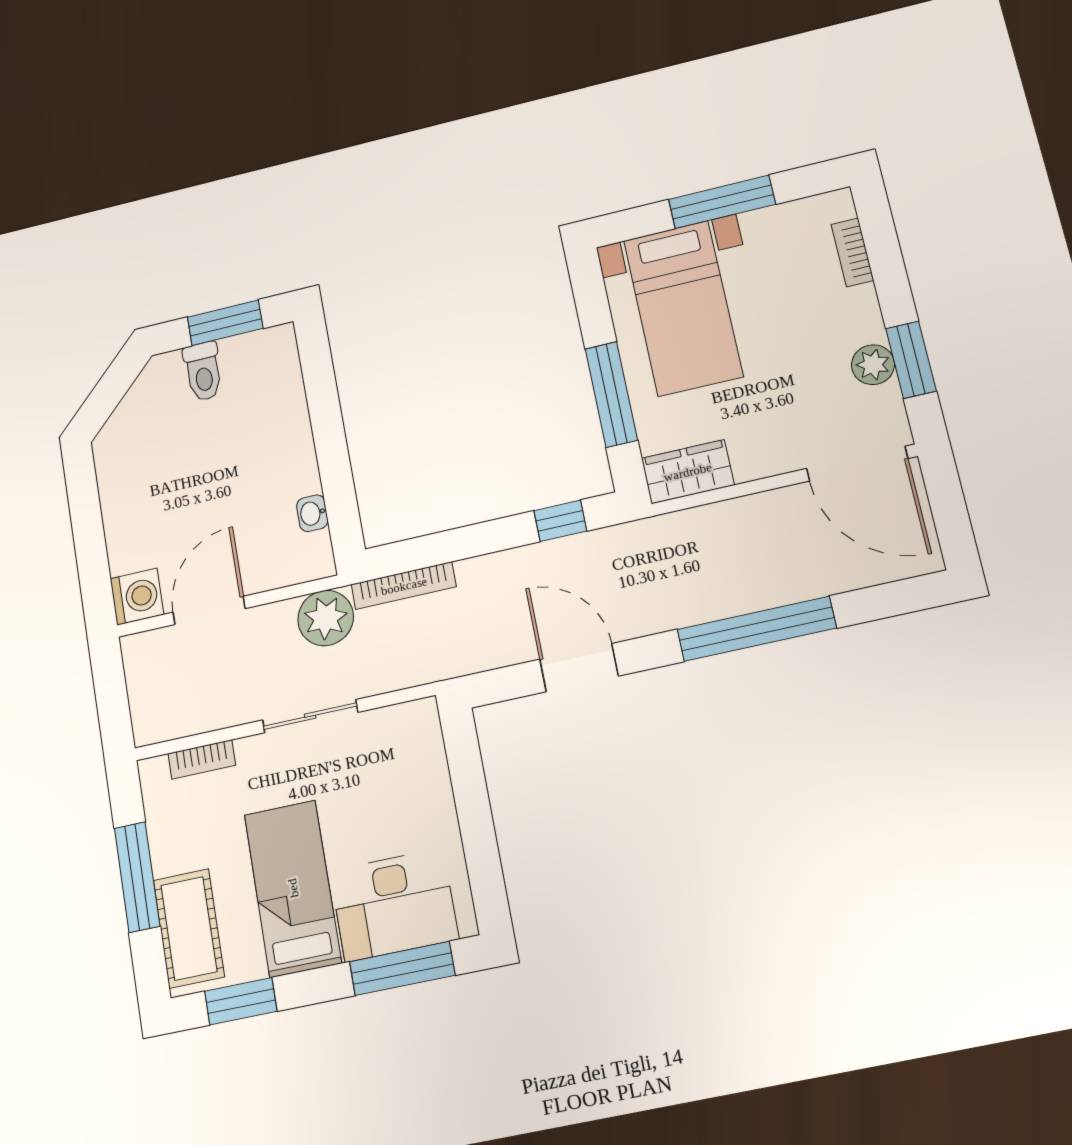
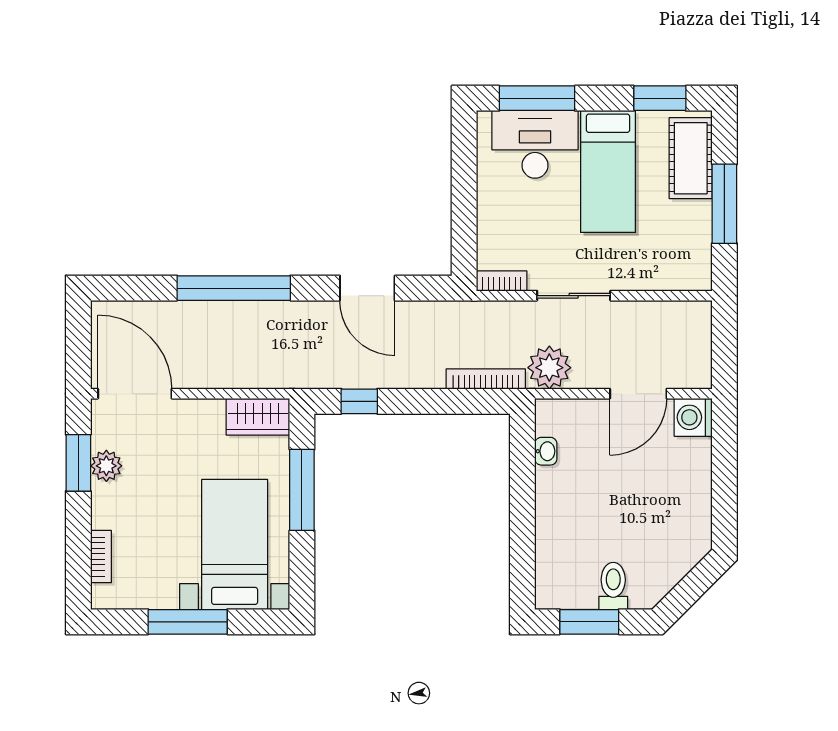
bookcase: (202, 759) -> (502, 281), moved

